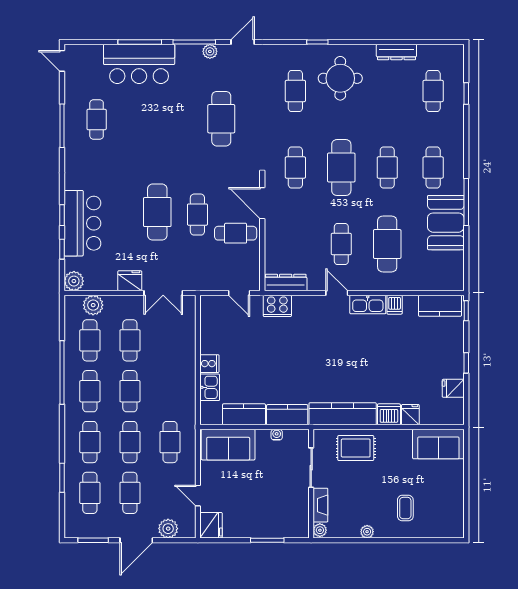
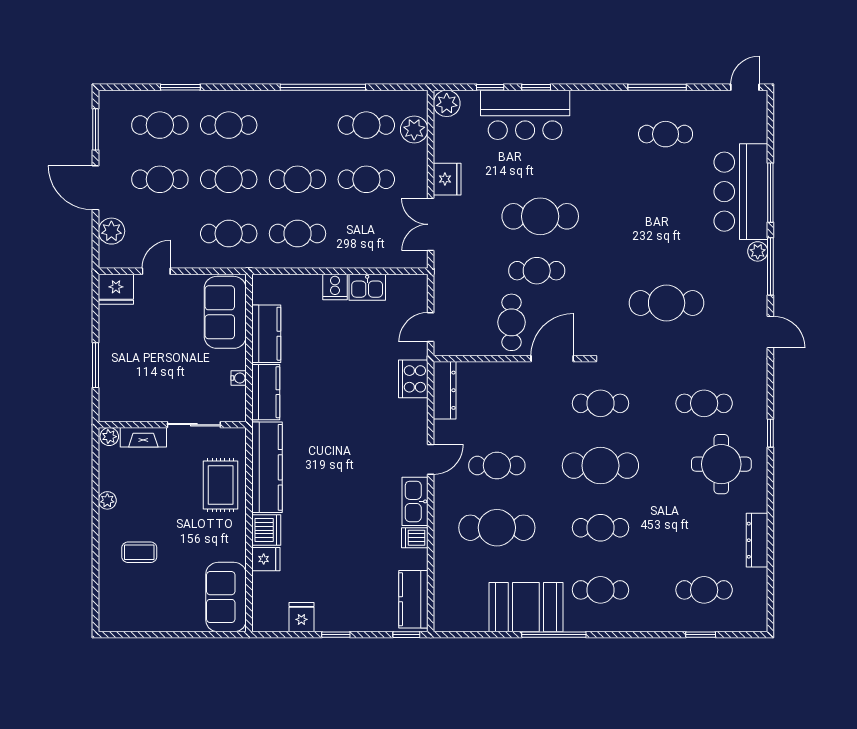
plant: (210, 51) -> (758, 251), moved
kitchen sink: (210, 387) -> (367, 287), moved
cafe table: (90, 391) -> (297, 234), moved

